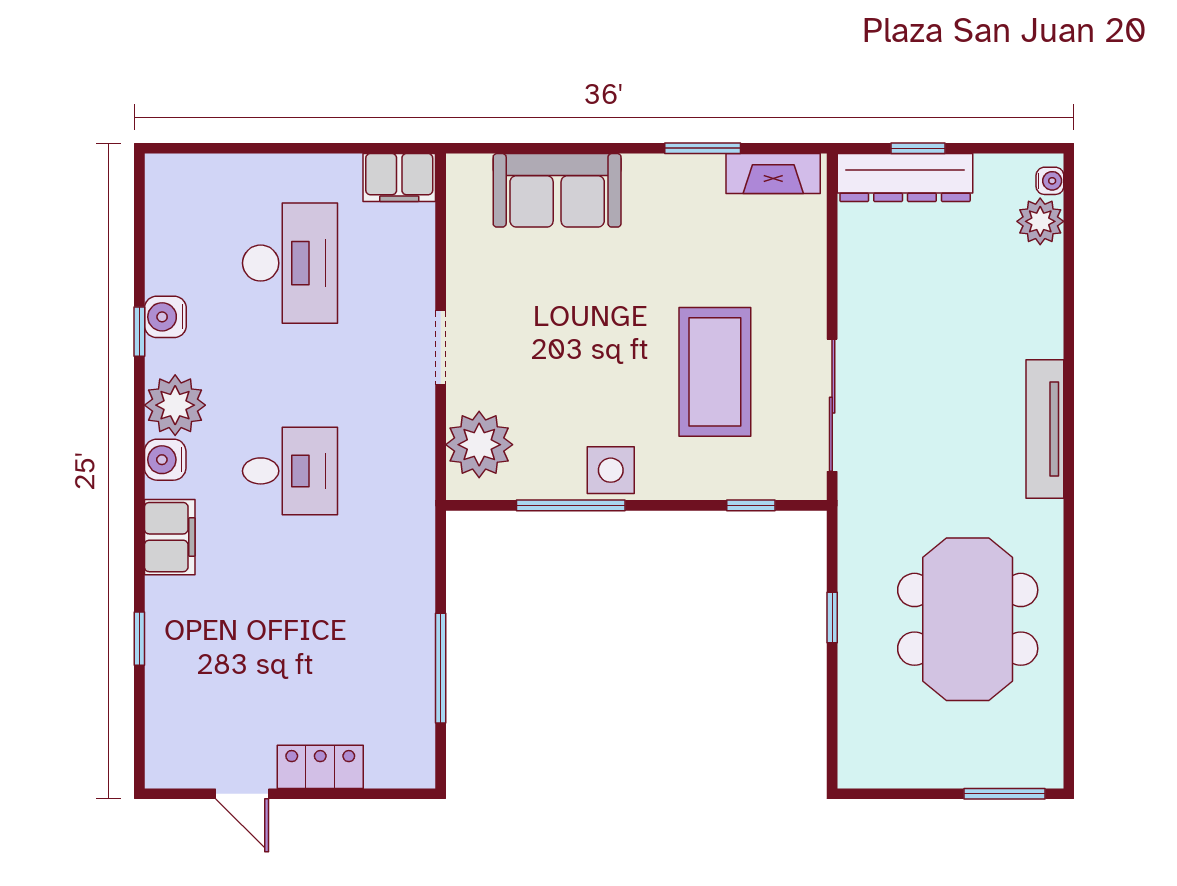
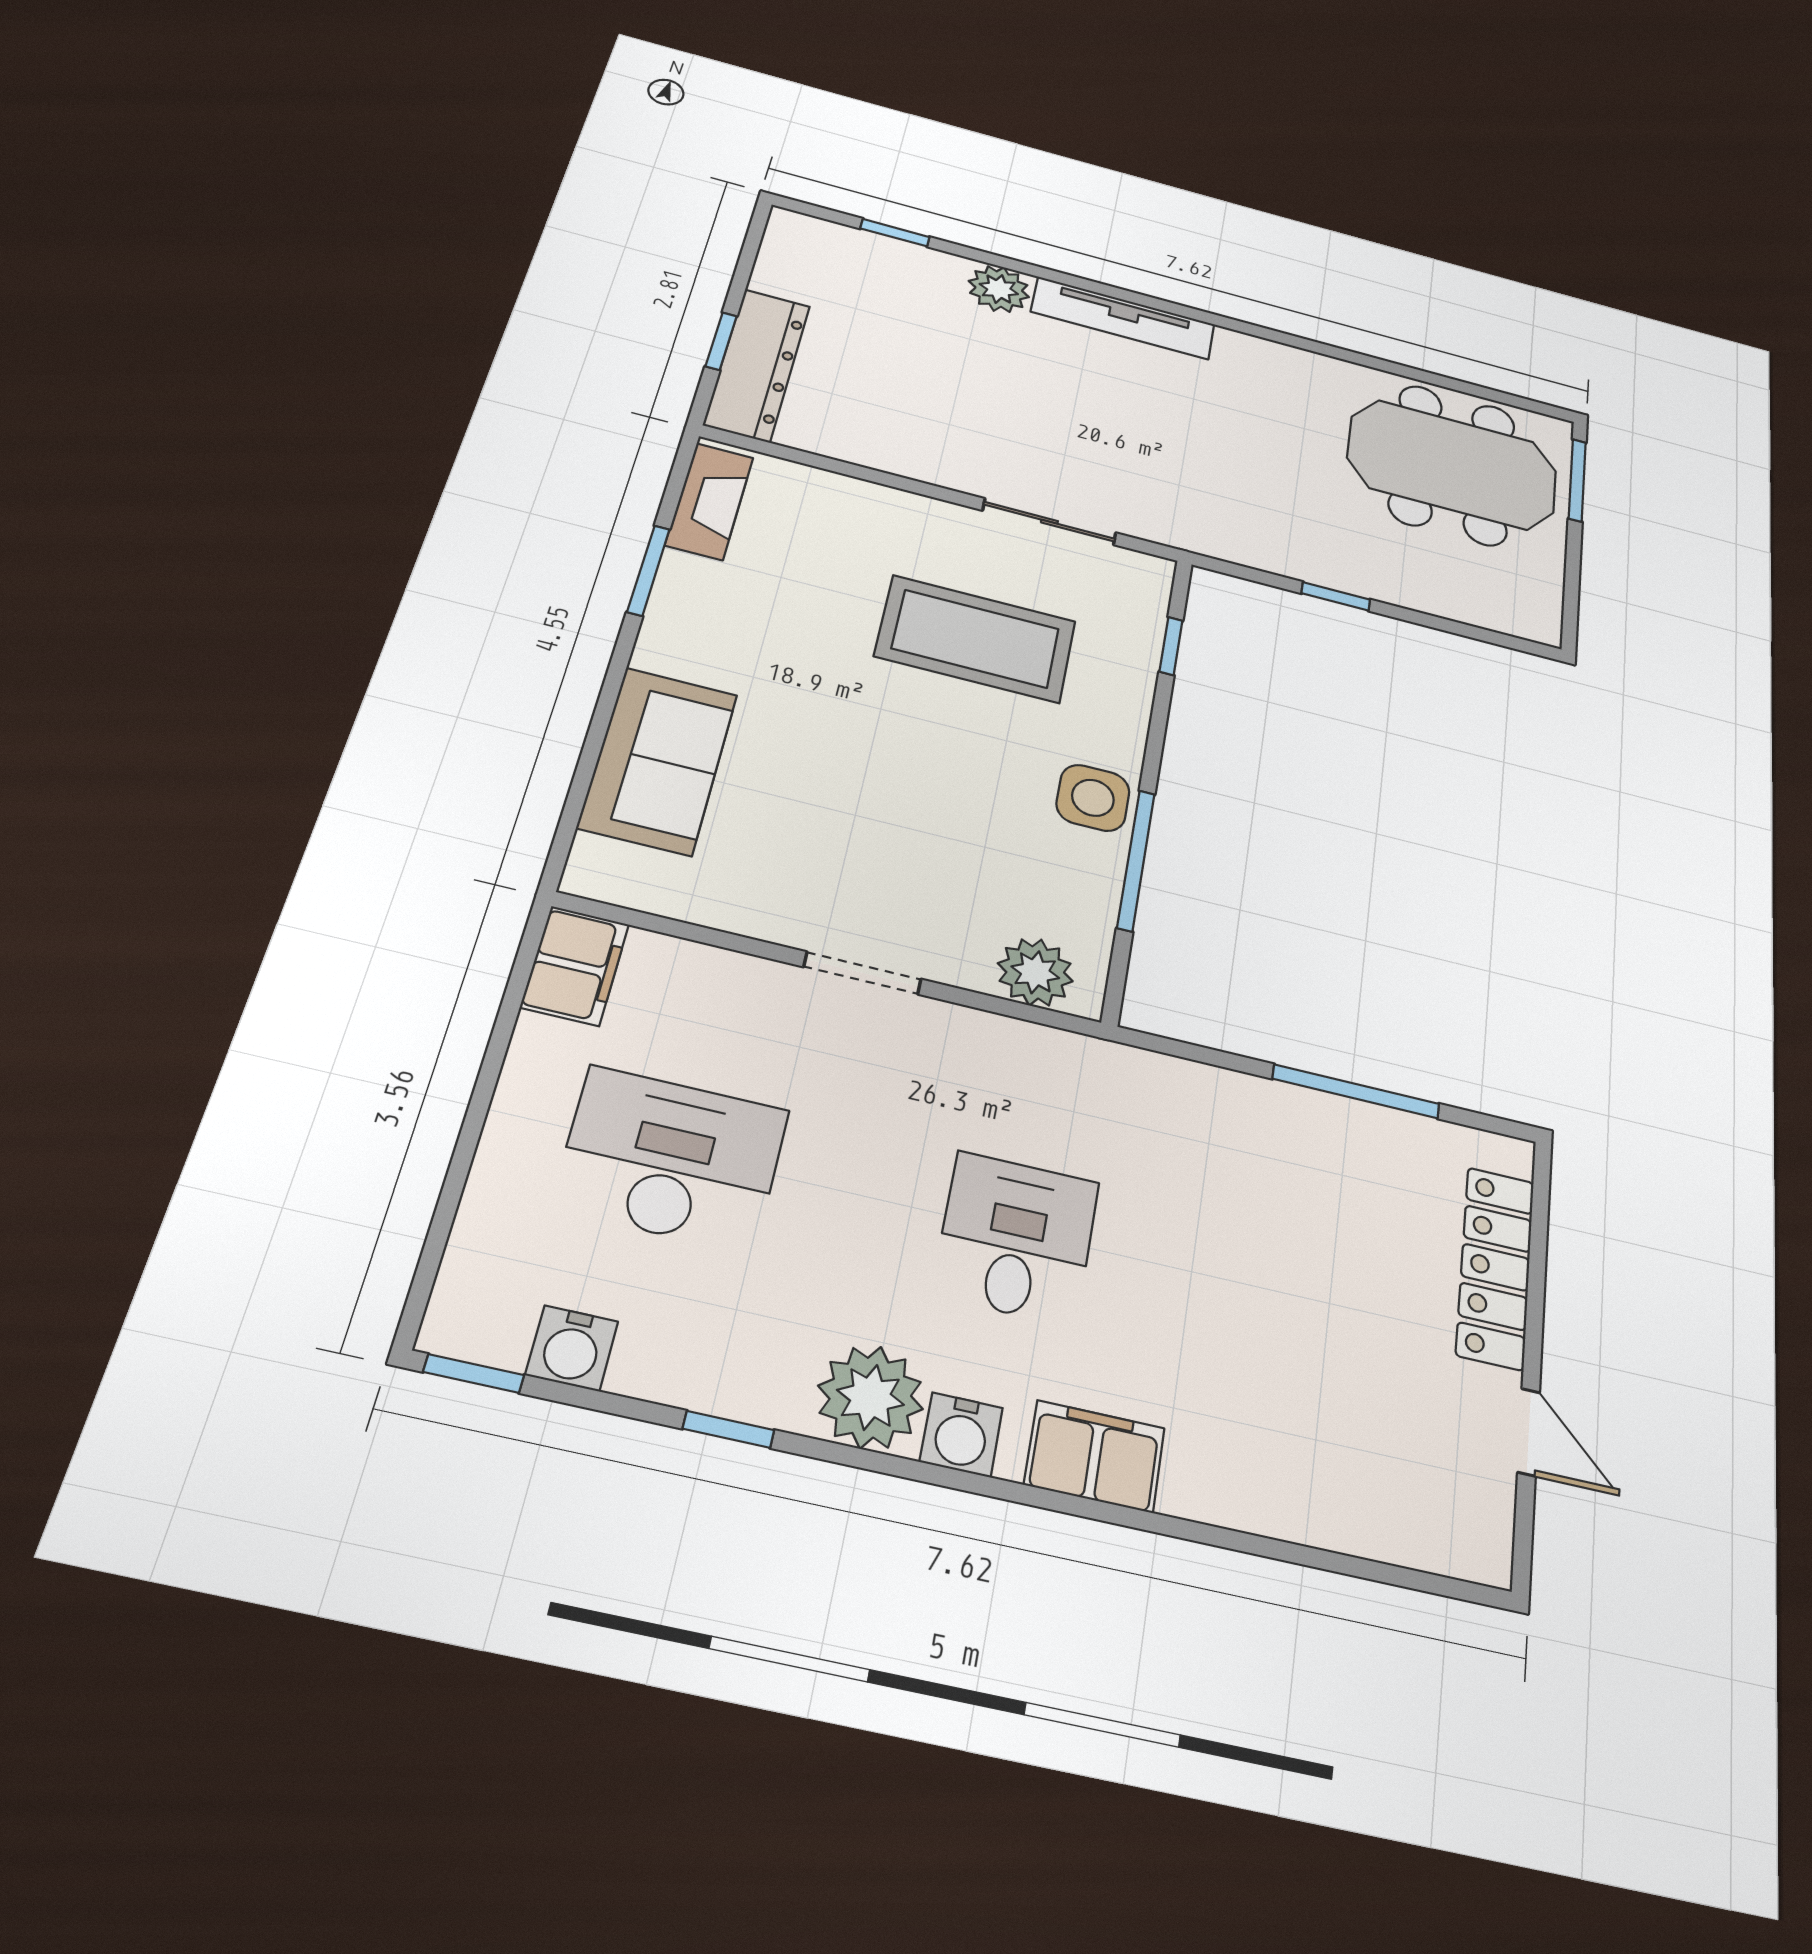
water cooler: (1050, 181) -> (804, 227), removed
plant: (1040, 221) -> (999, 289), moved
window: (1069, 247) -> (895, 233), added
water cooler: (165, 317) -> (572, 1348), moved
sliding door: (832, 405) -> (1049, 522), width x0.73
plant: (479, 445) -> (1035, 972), width x0.73, depth x0.73
meeting table: (968, 619) -> (1452, 465), moved
window: (139, 639) -> (474, 1373), moved
locker: (320, 767) -> (1495, 1267), width x1.53
door: (242, 794) -> (1529, 1432), hinge flipped

